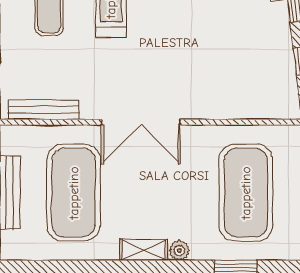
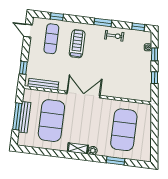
double door: (141, 122) -> (83, 95), swing flipped

